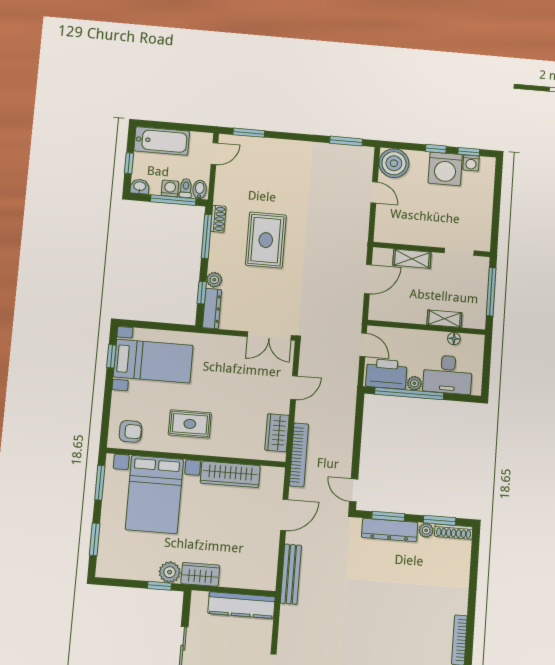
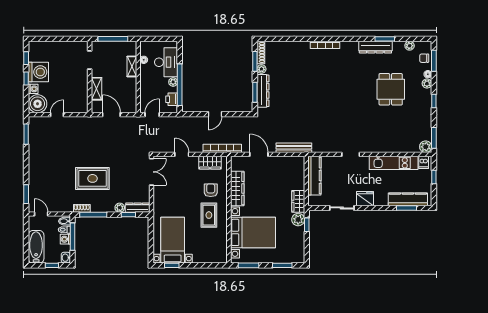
washing machine: (471, 163) -> (33, 89), moved
printer: (386, 374) -> (172, 99), width x0.53, depth x0.68
armchair: (130, 431) -> (211, 190), moved
door: (354, 490) -> (215, 114), moved

